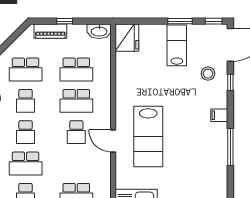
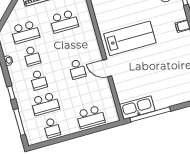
school desk: (76, 101) -> (71, 45), removed
lab bench: (148, 136) -> (130, 38), moved, turned -90

